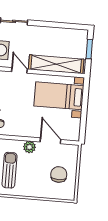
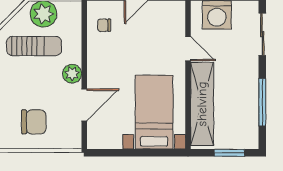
window: (58, 25) -> (262, 102), added
door: (19, 70) -> (188, 49), hinge flipped

